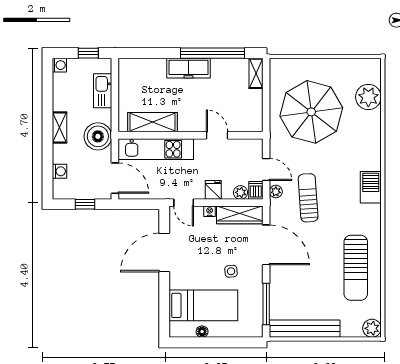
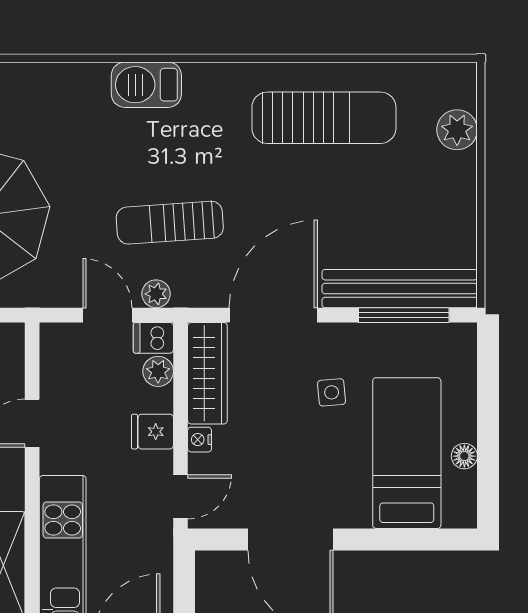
door: (266, 169) -> (107, 315), hinge flipped
plant: (372, 328) -> (457, 130), moved
bench: (305, 329) -> (400, 289), moved, turned 90

